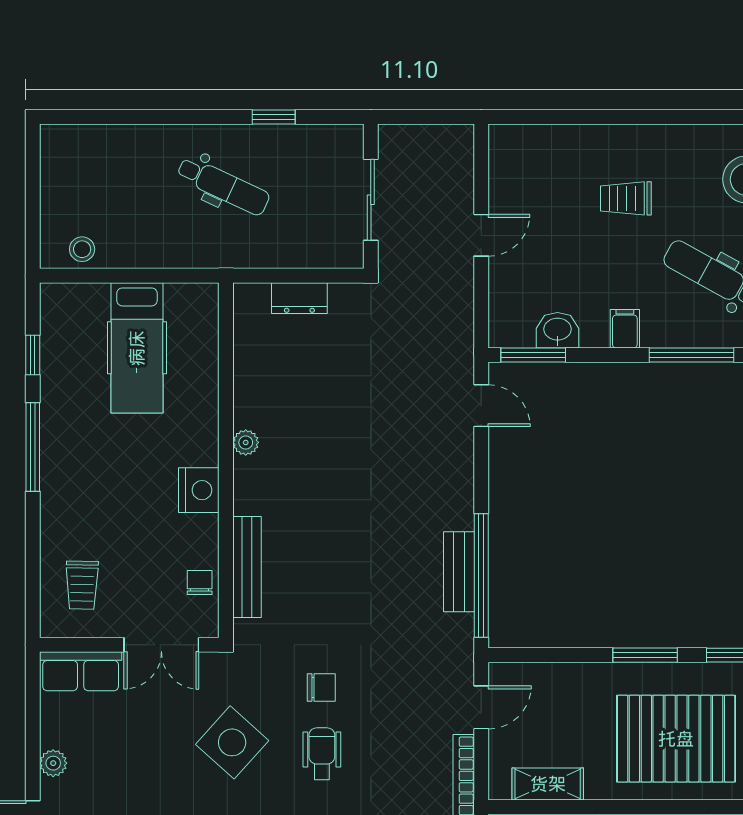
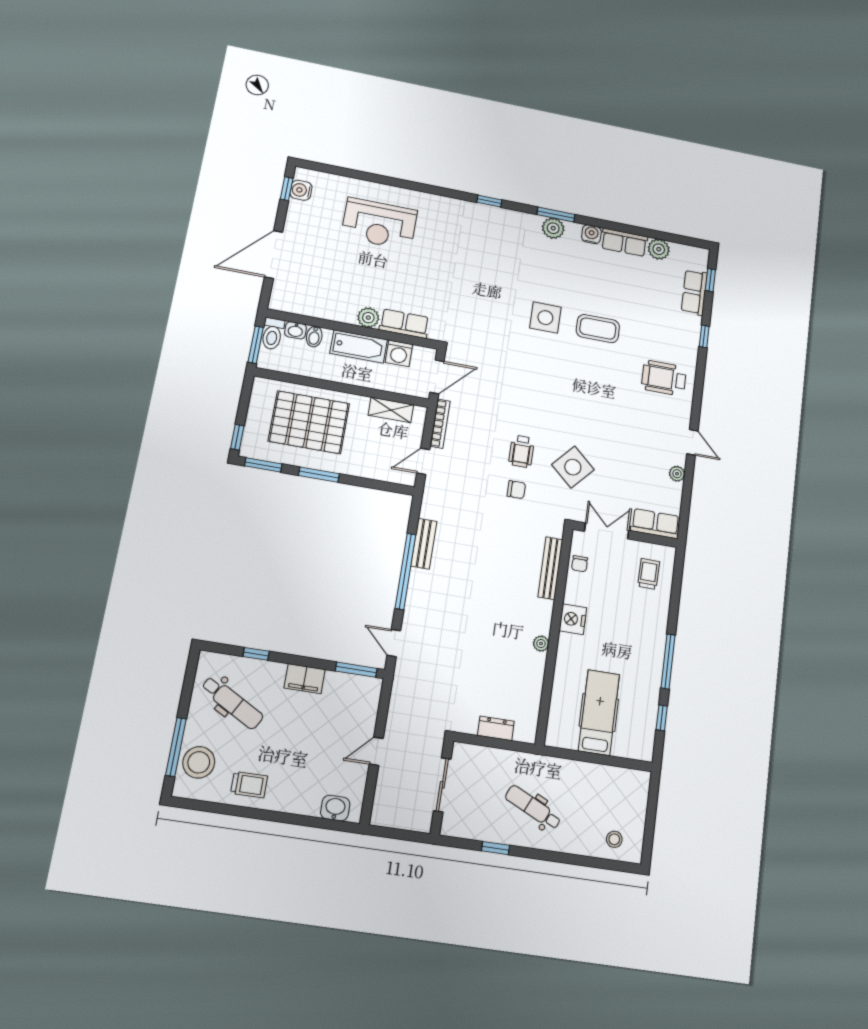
trolley: (626, 198) -> (249, 785), moved
stool: (82, 249) -> (614, 839), moved
filing cabinet: (625, 329) -> (305, 679), width x2.00
washbasin: (557, 330) -> (335, 808), moved, turned 180
window: (691, 355) -> (256, 654), width x0.46
window: (481, 576) -> (405, 571), moved
chair: (321, 687) -> (516, 490), turned 180

